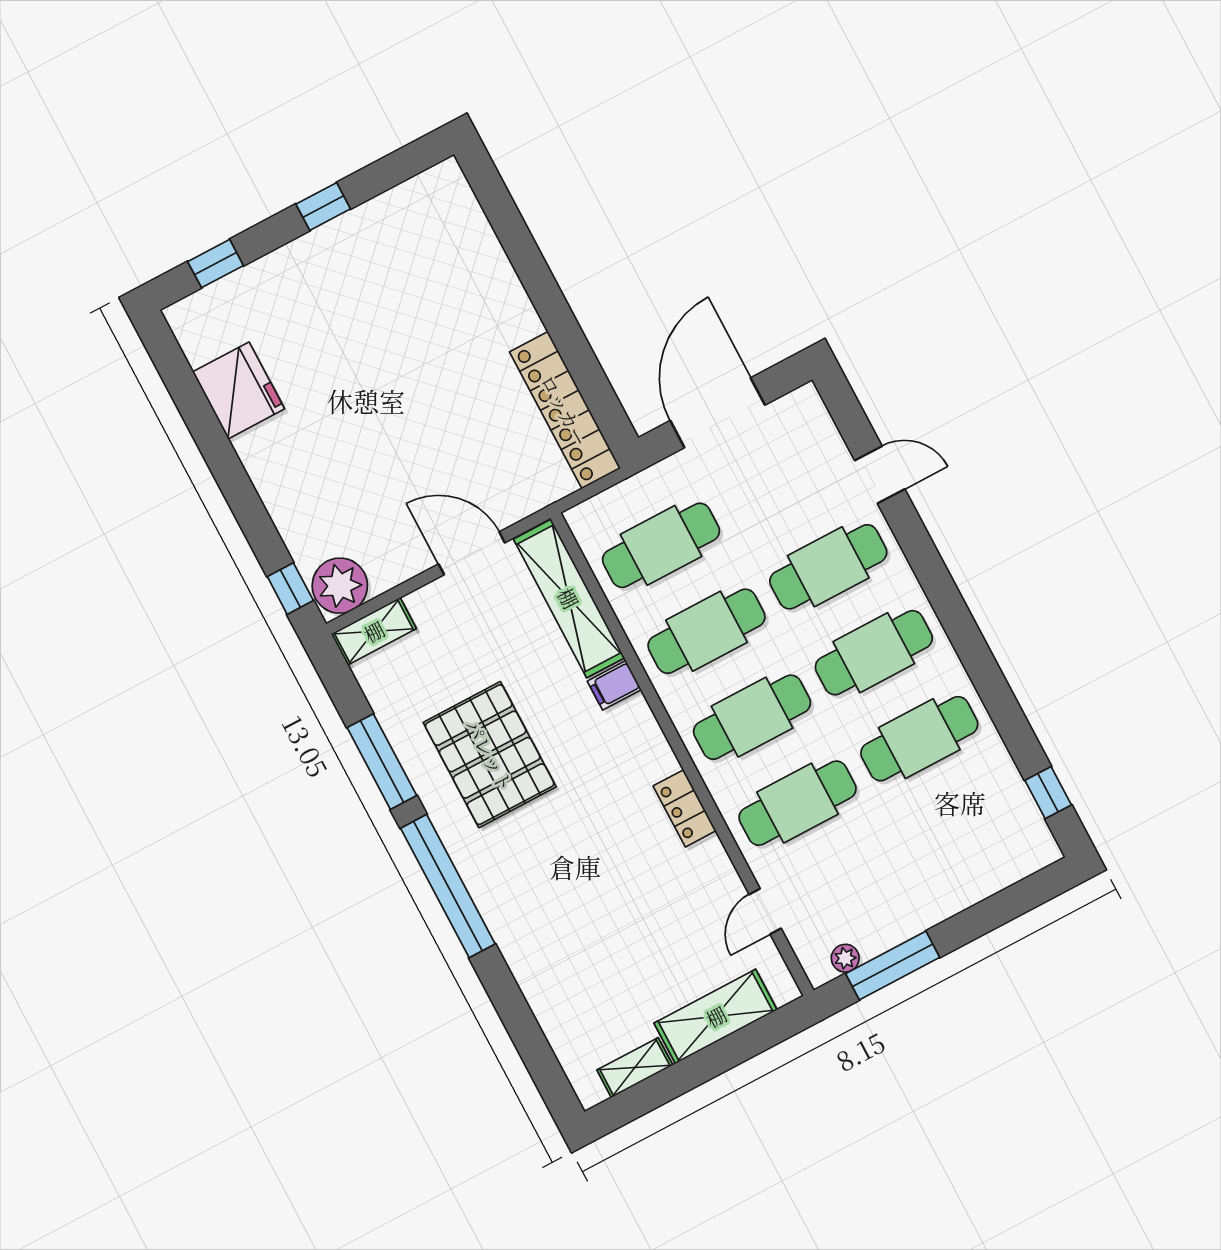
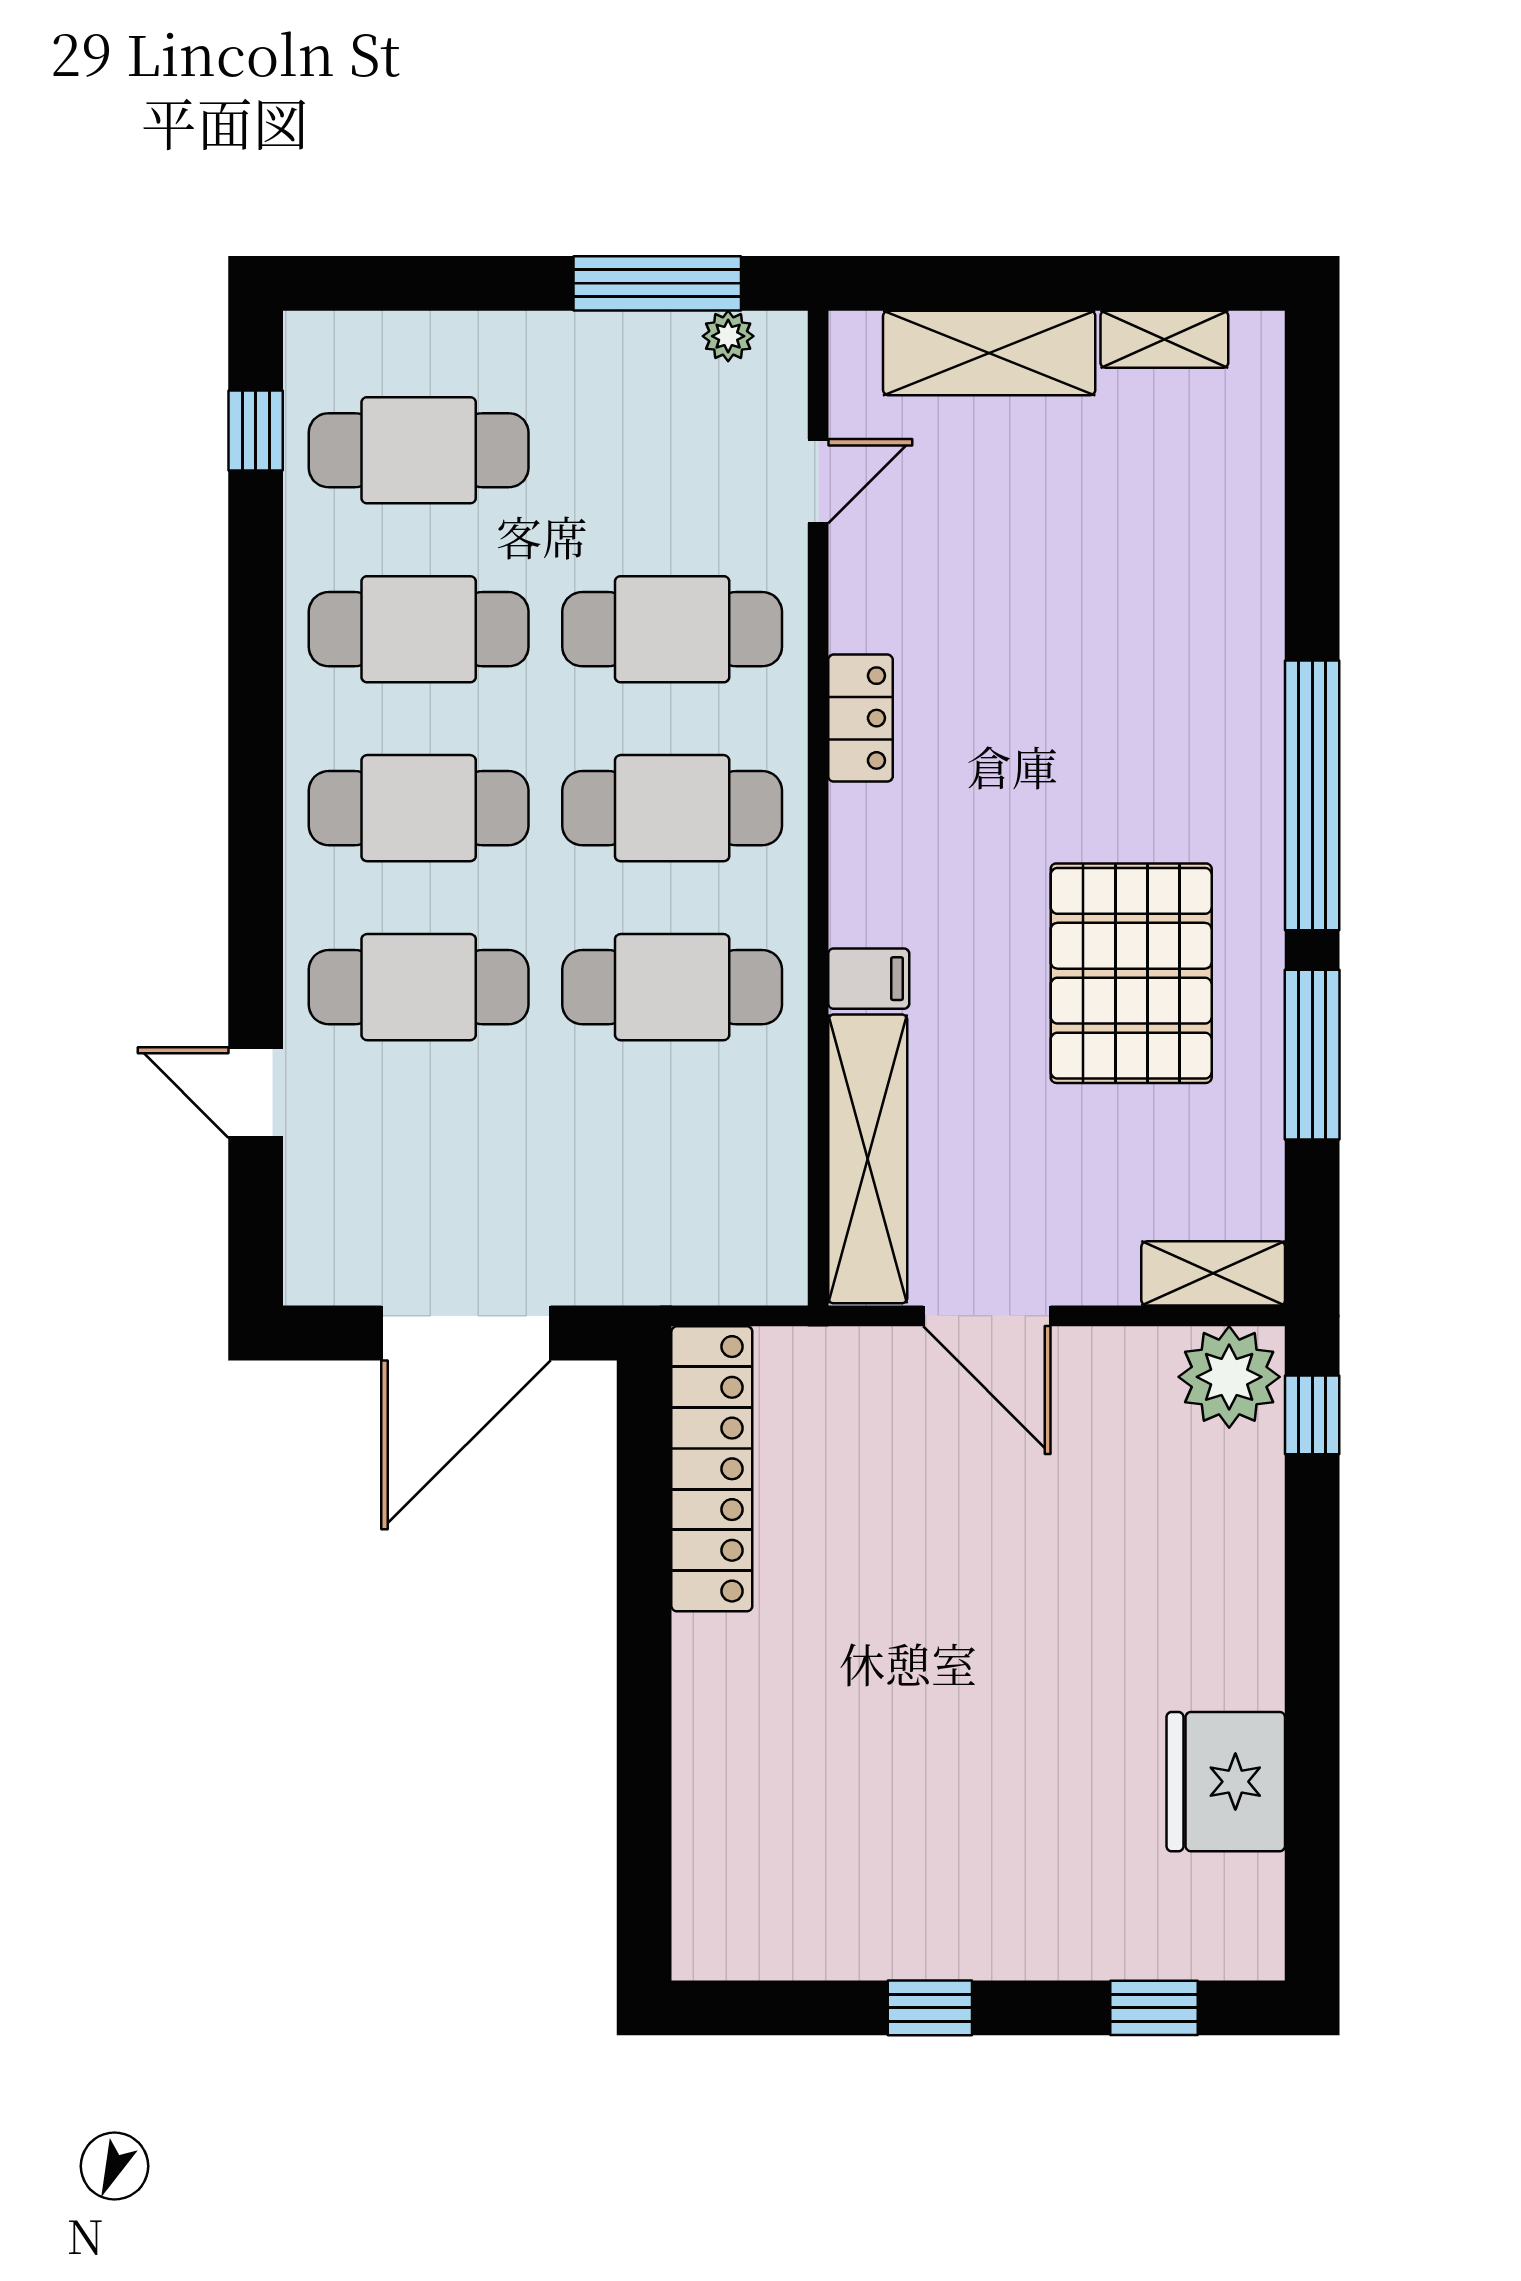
cafe table: (661, 545) -> (419, 450), moved

